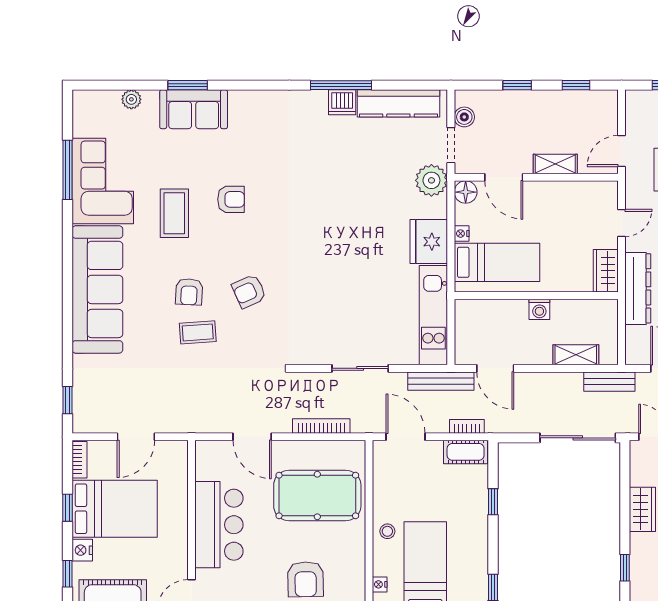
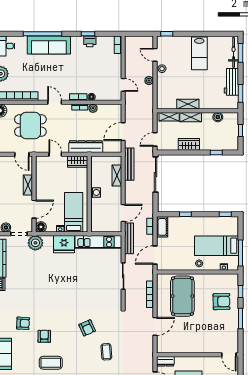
armchair: (189, 292) -> (23, 323), moved
bench: (609, 382) -> (129, 164), width x1.36
dresser: (178, 459) -> (165, 361), added
bar counter: (219, 525) -> (196, 342), removed

